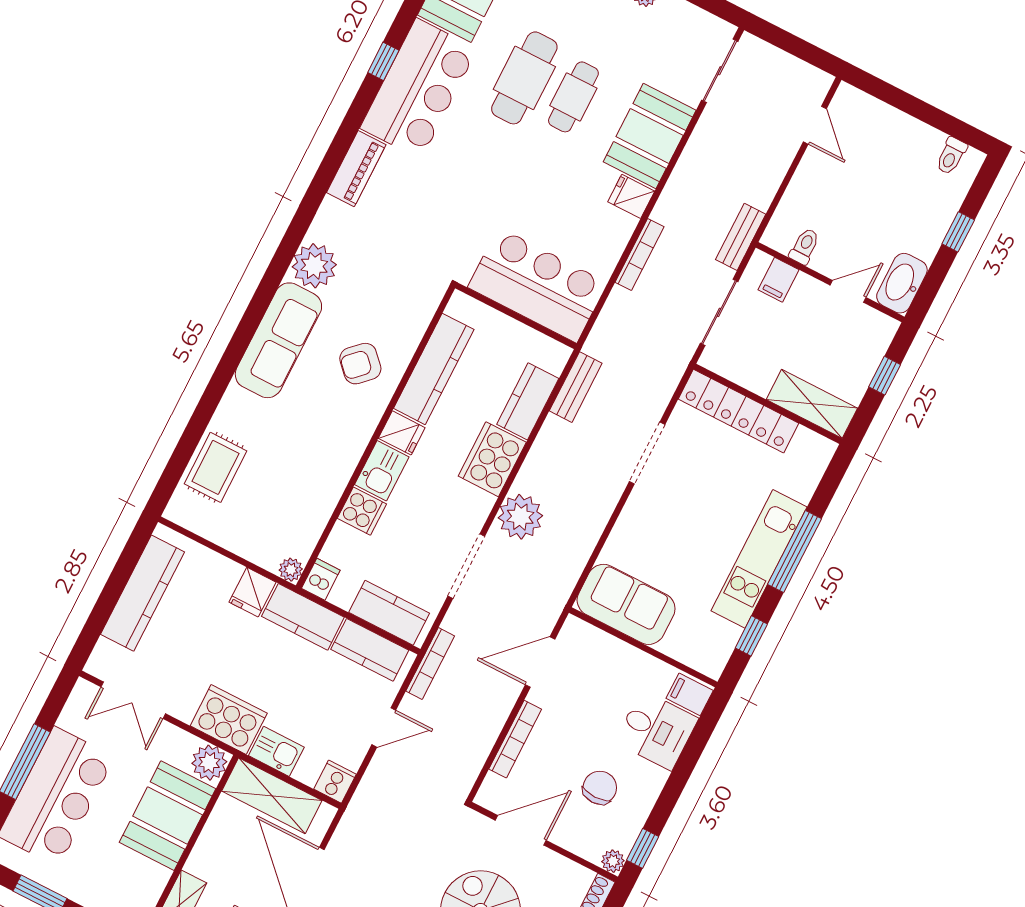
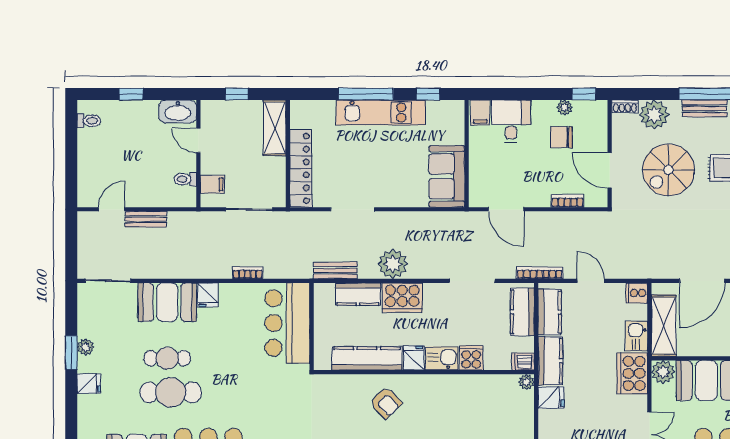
bench: (741, 237) -> (146, 219), moved
bookcase: (640, 254) -> (248, 273), width x0.64
plant: (520, 517) -> (393, 264), moved
bookcase: (515, 739) -> (567, 201), width x0.64
plant: (613, 861) -> (565, 108), moved

